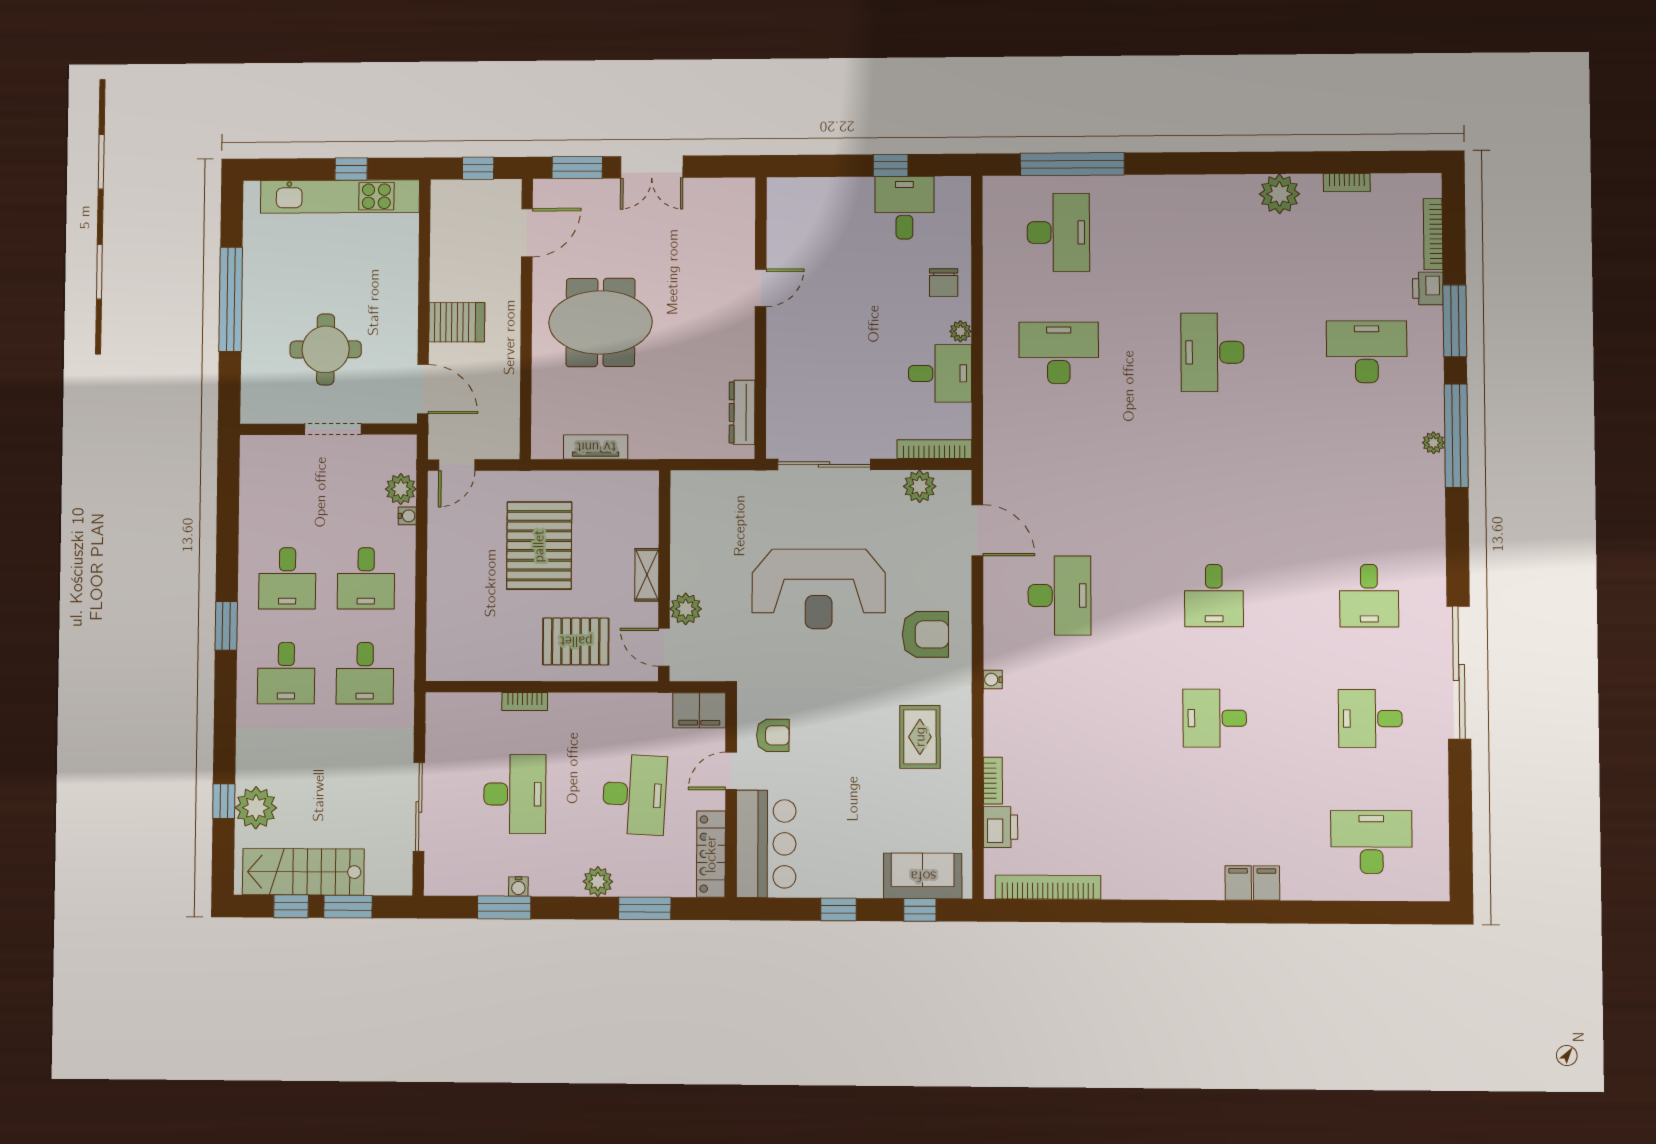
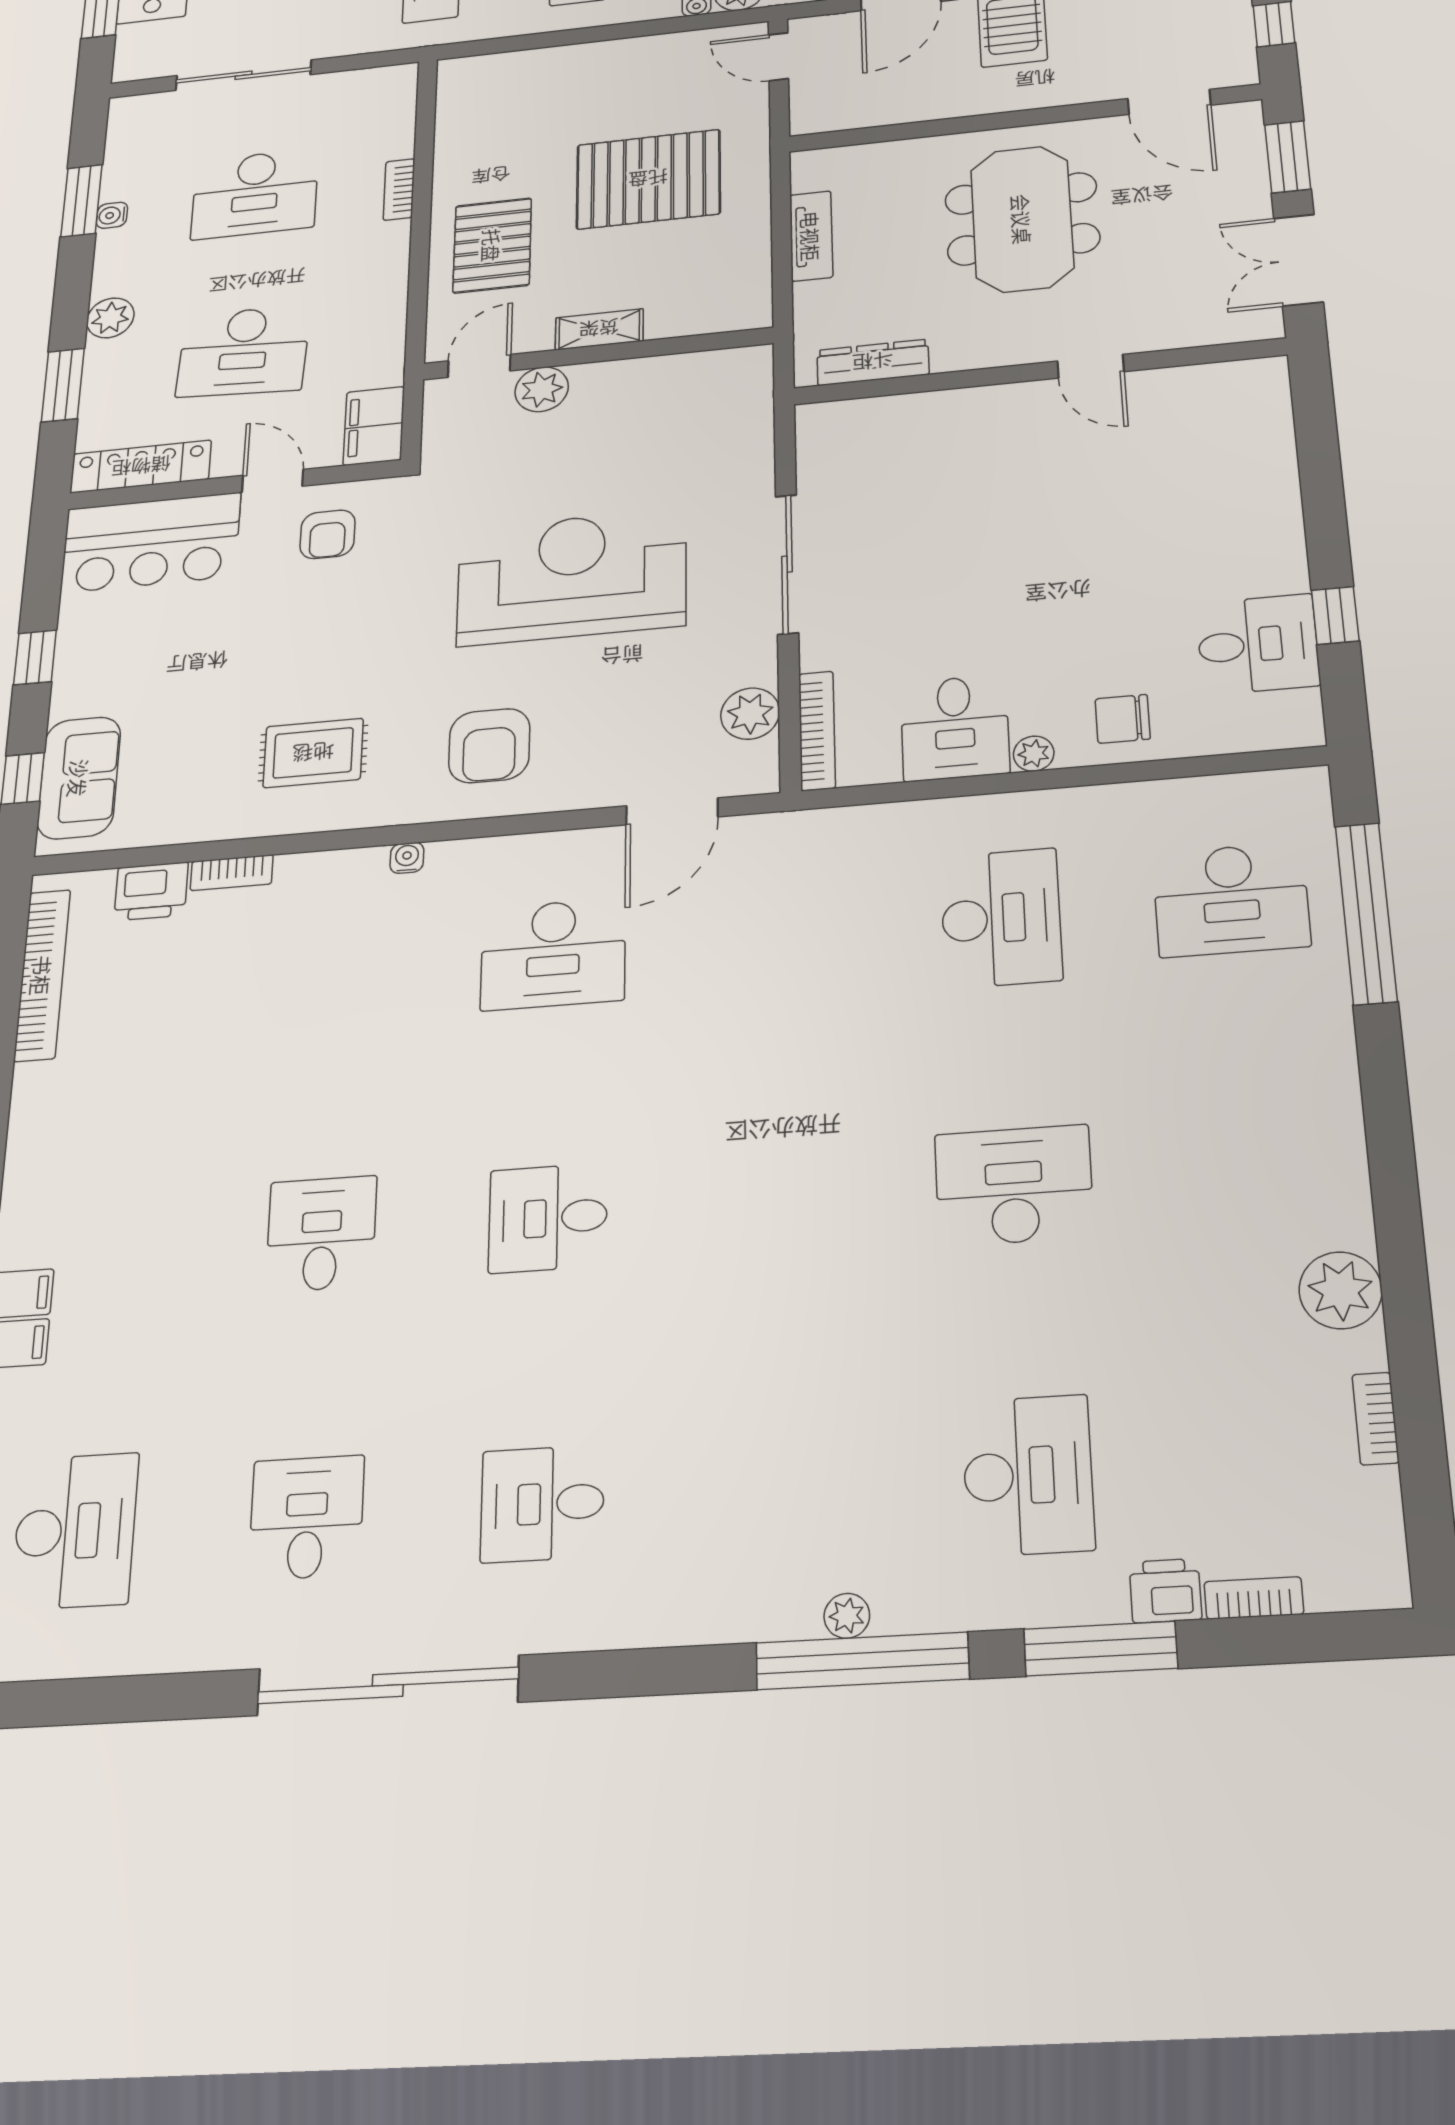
bookcase: (1433, 234) -> (1254, 1598), width x0.64
door: (761, 288) -> (1091, 366), moved
wall: (761, 318) -> (1038, 372), moved
dresser: (742, 412) -> (873, 362), moved
reception desk: (819, 589) -> (571, 577), turned 90

